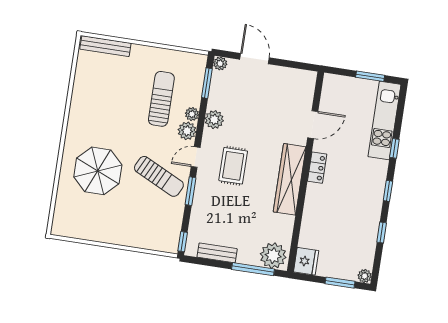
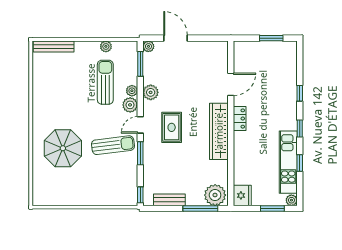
plant: (169, 56) -> (106, 46), added
kitchen unit: (384, 121) -> (288, 162), moved
sun lounger: (159, 176) -> (113, 145), turned -33

